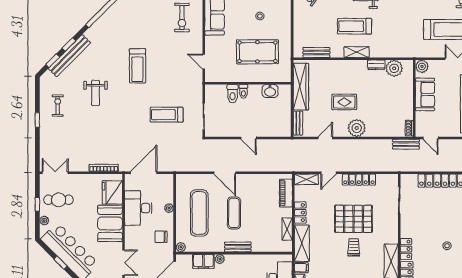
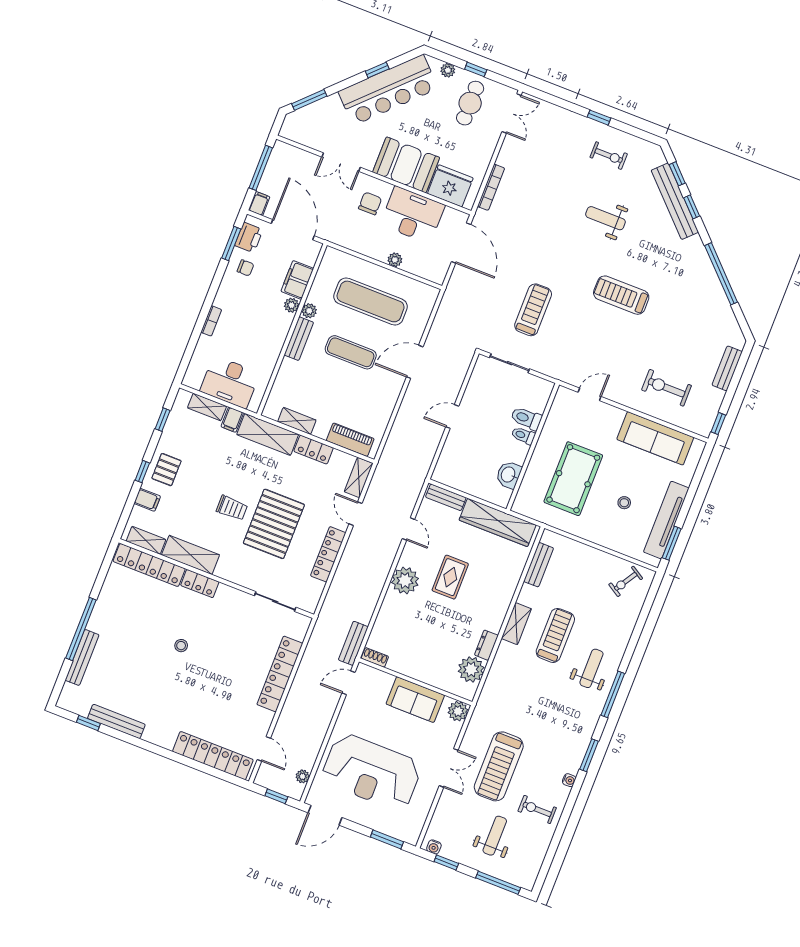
chair: (161, 237) -> (370, 203), moved
plant: (181, 247) -> (309, 311), moved

